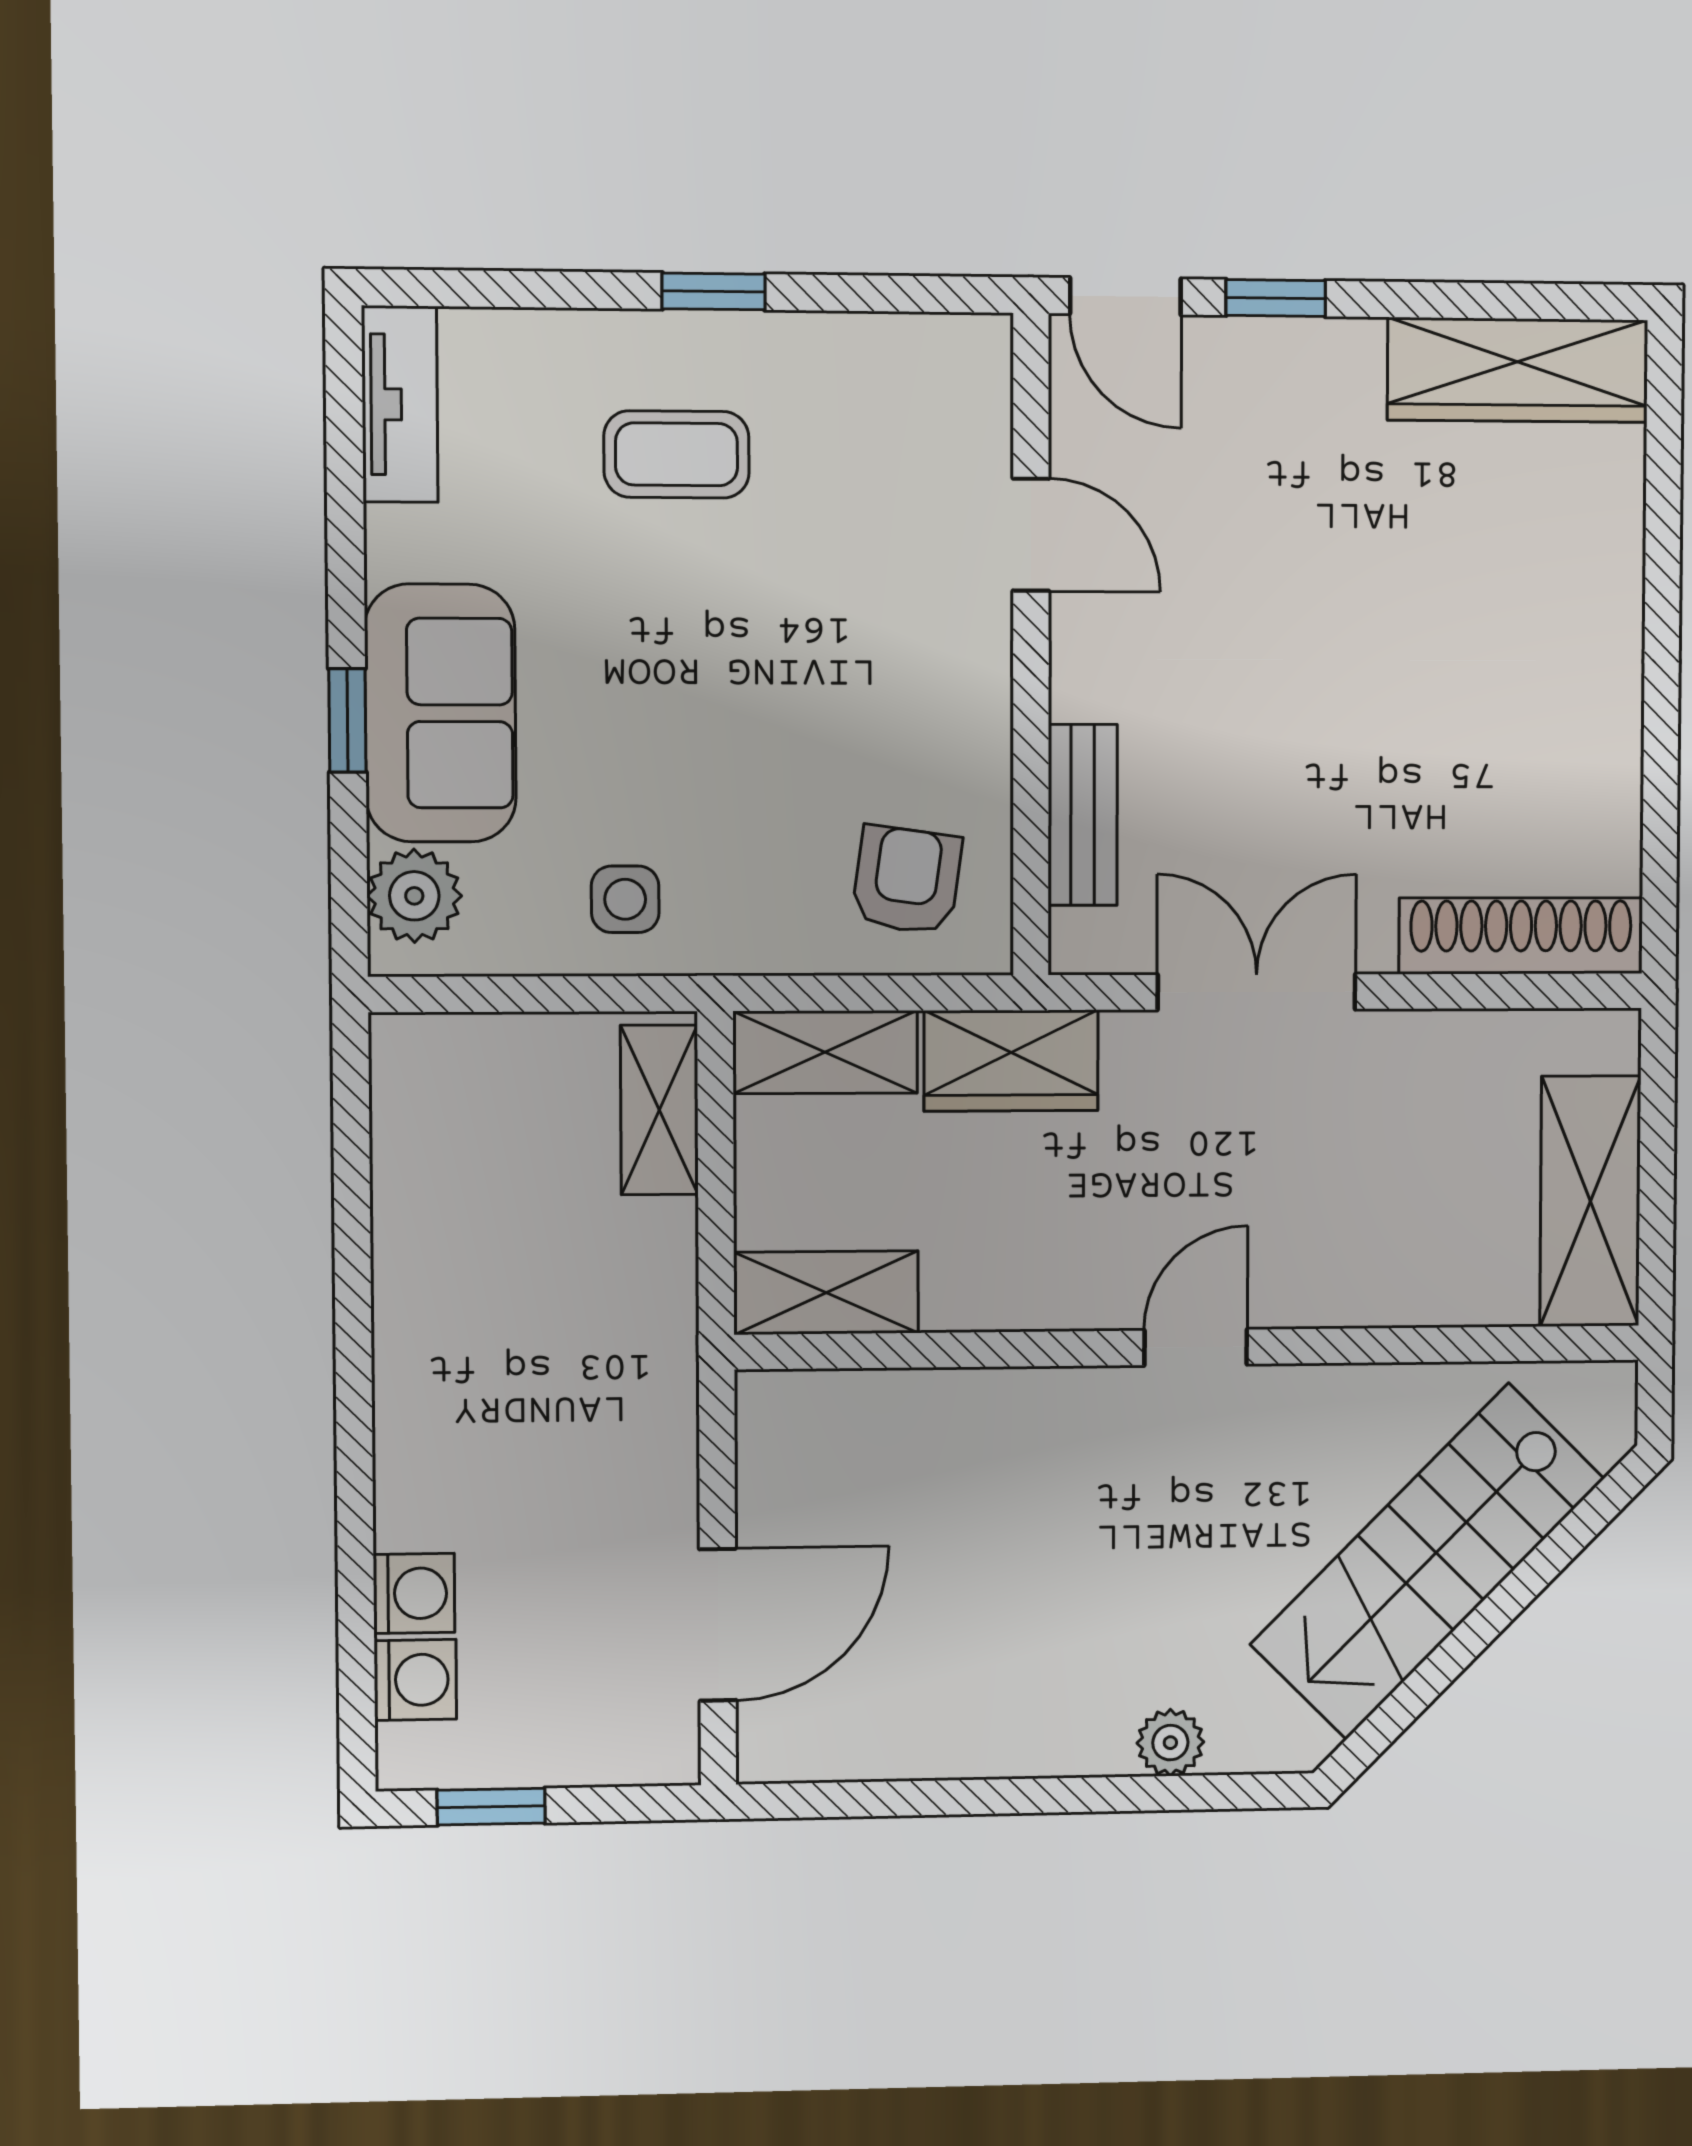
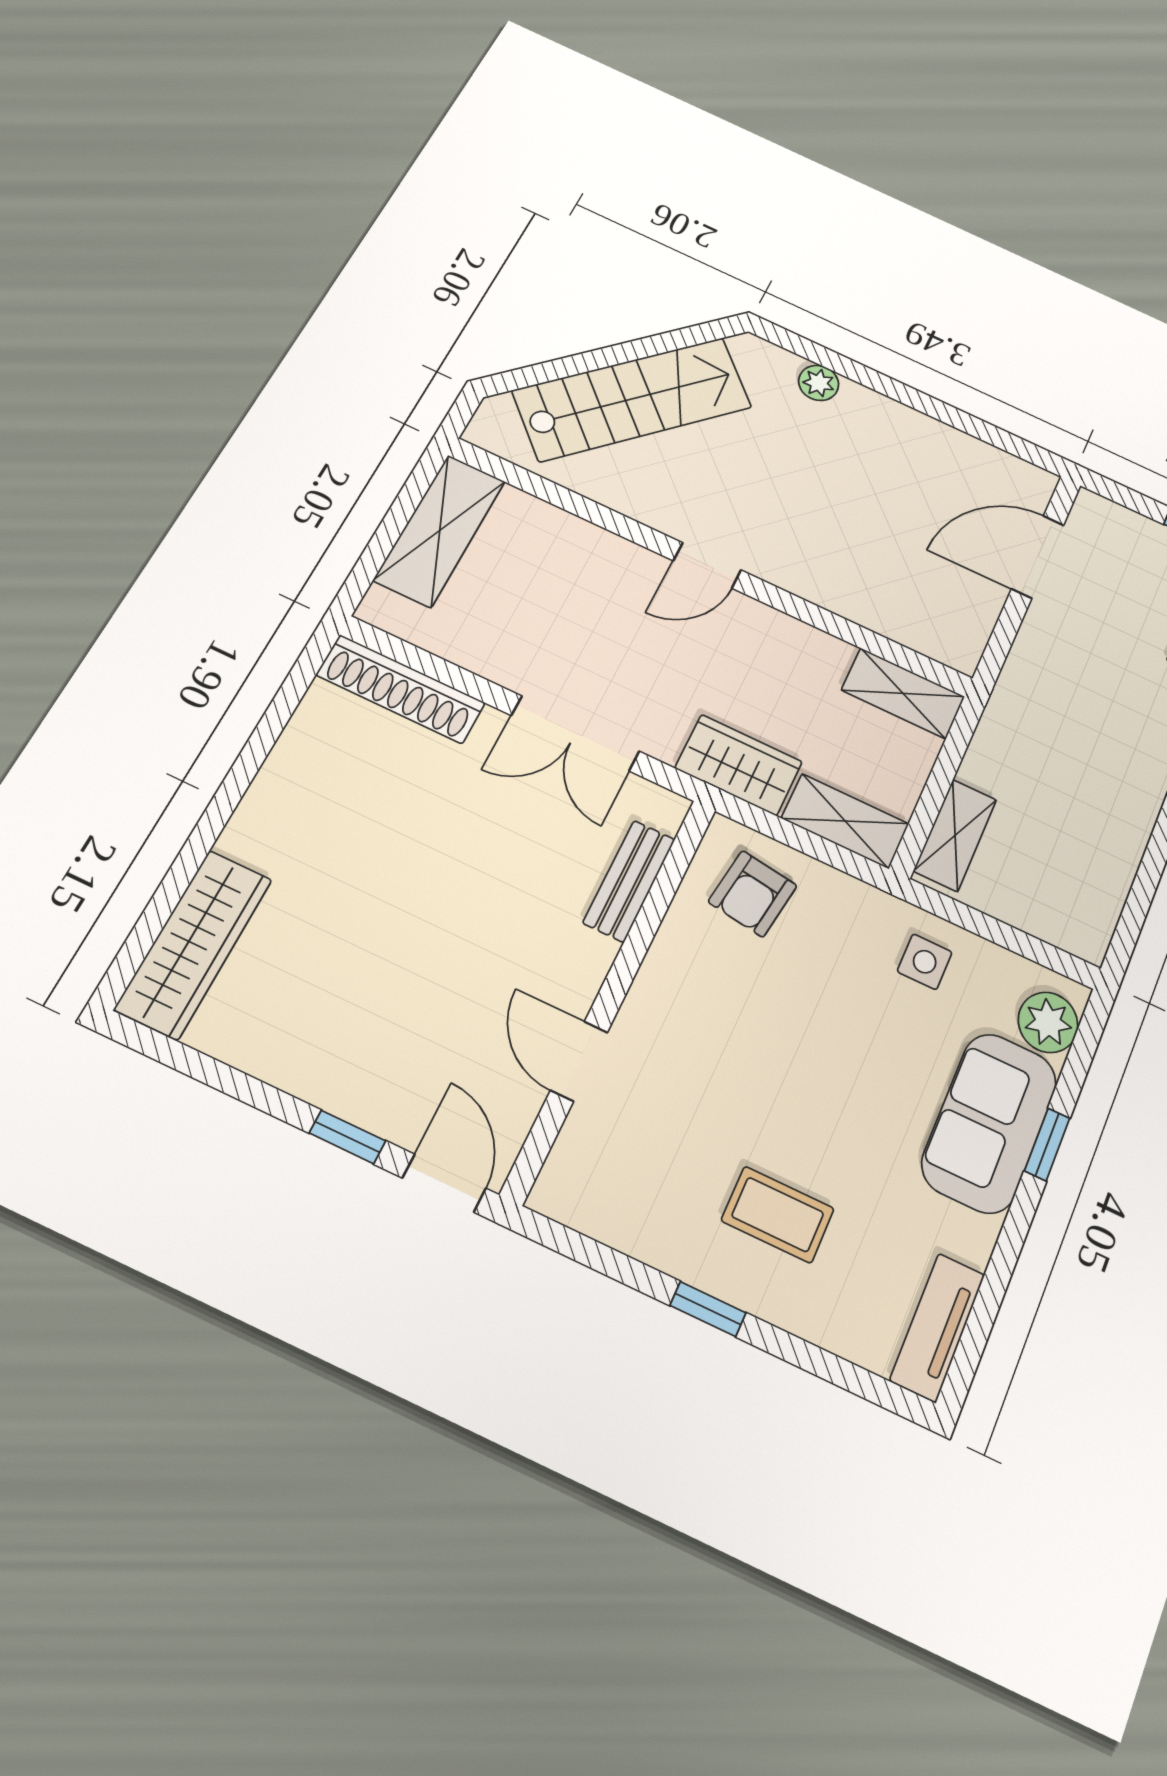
wardrobe: (1518, 370) -> (194, 944), moved, turned 90

